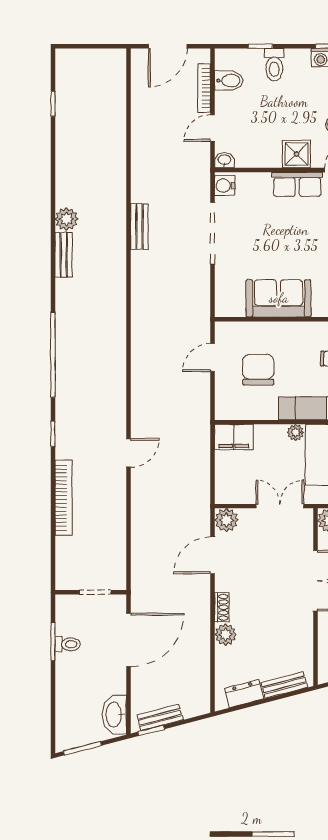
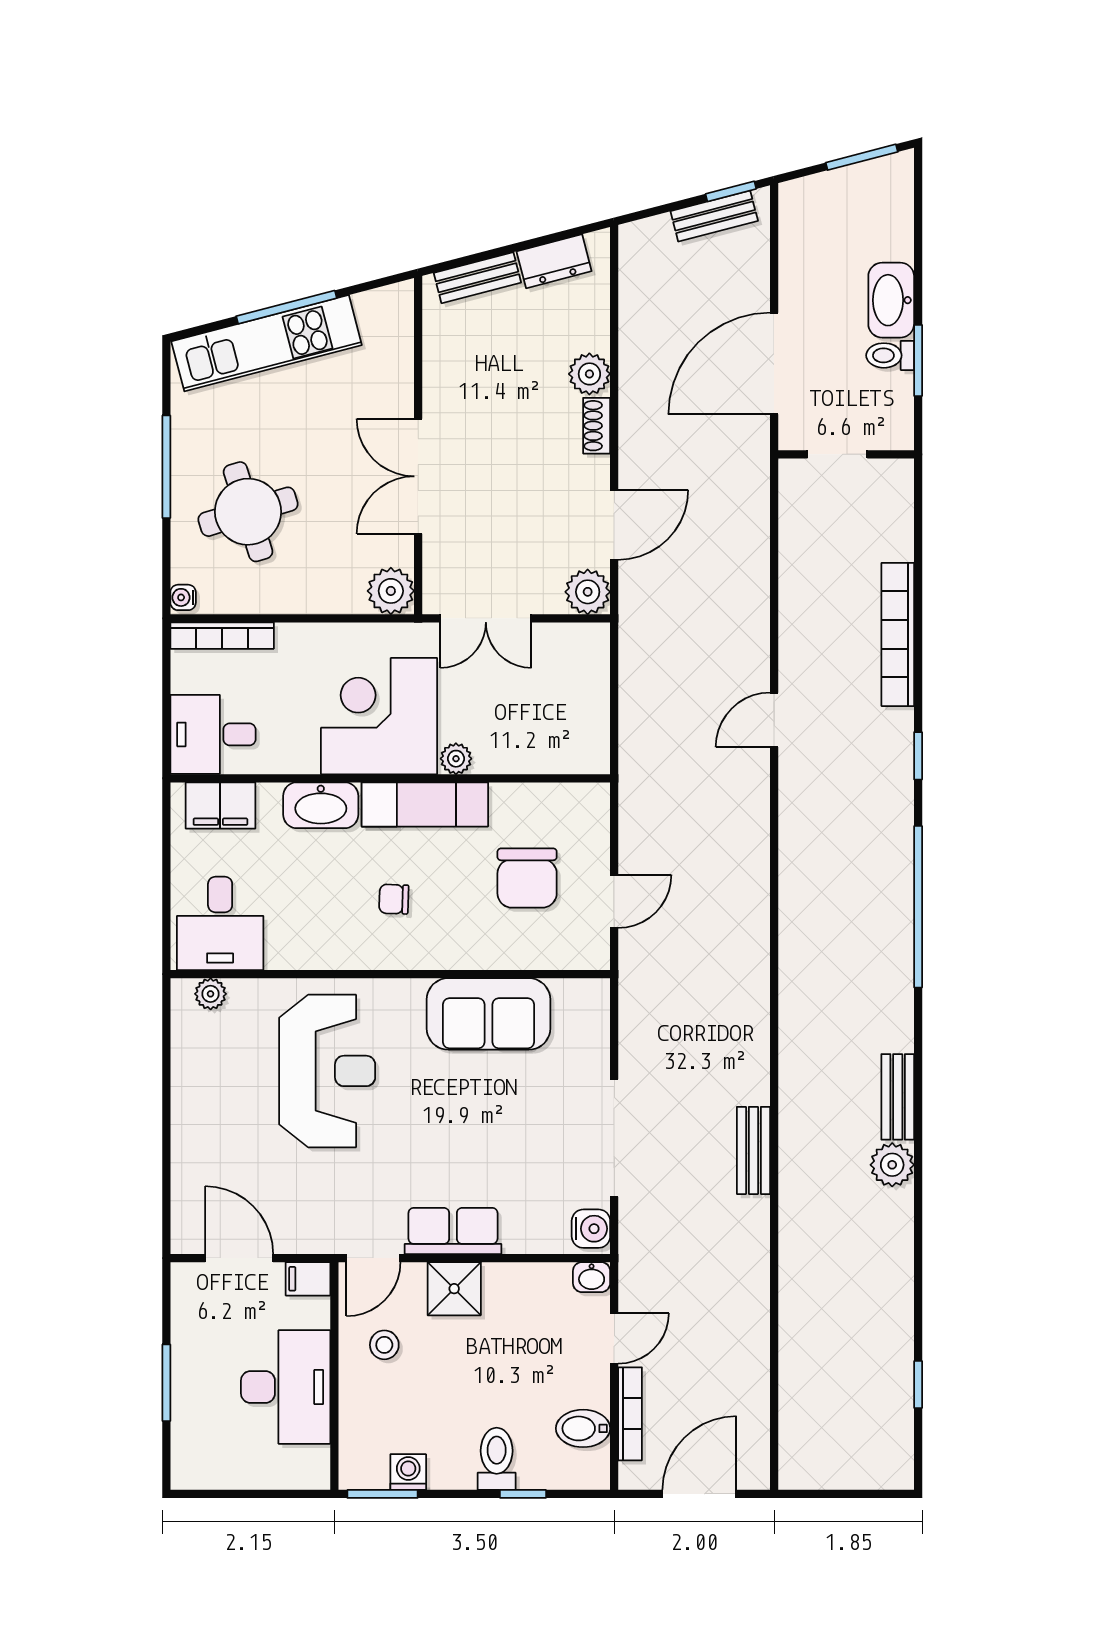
filing cabinet: (234, 437) -> (574, 750), removed
washbasin: (114, 715) -> (891, 300), moved, turned 180

